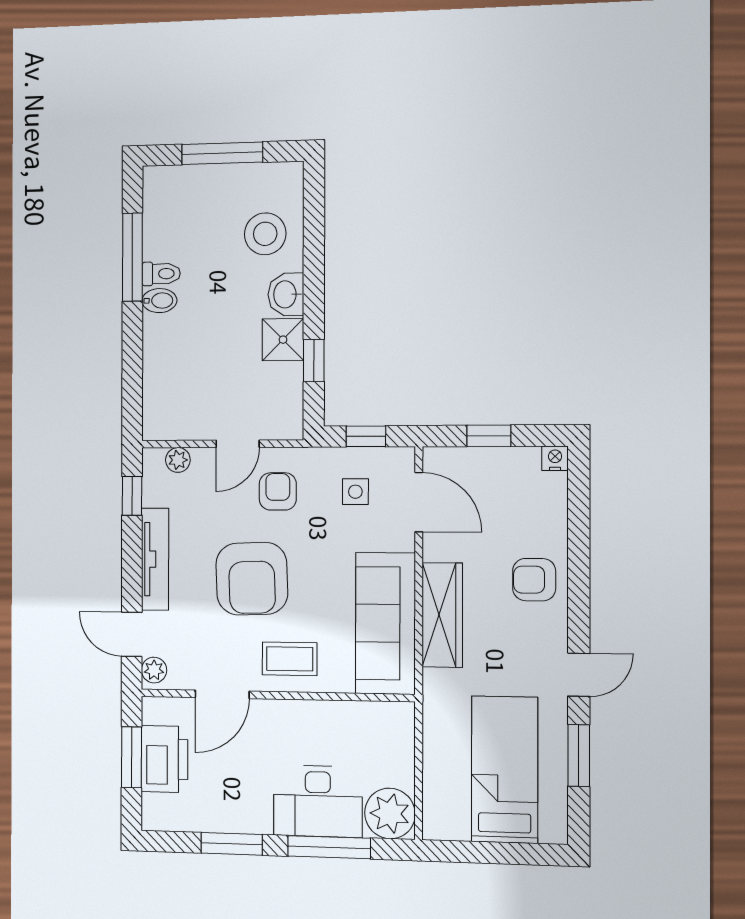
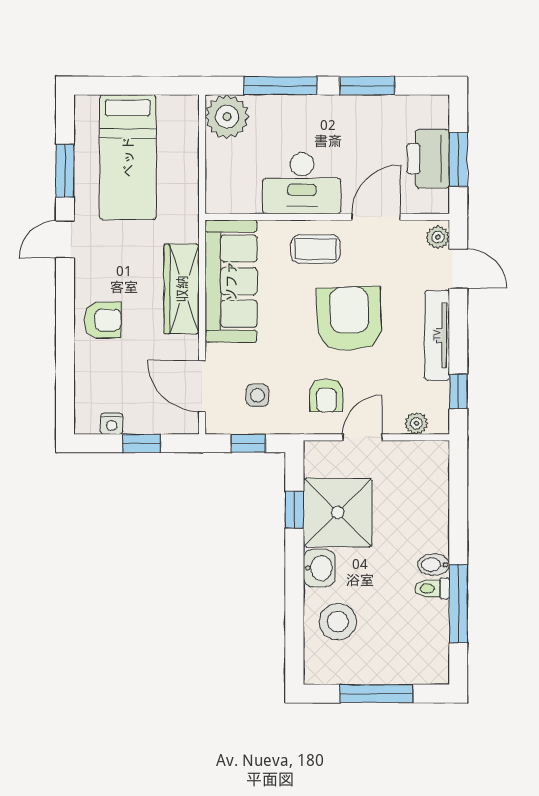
shower: (283, 340) -> (338, 512), width x1.86, depth x1.86
nightstand: (555, 458) -> (112, 424), moved
desk: (318, 801) -> (302, 183), moved, turned 180

